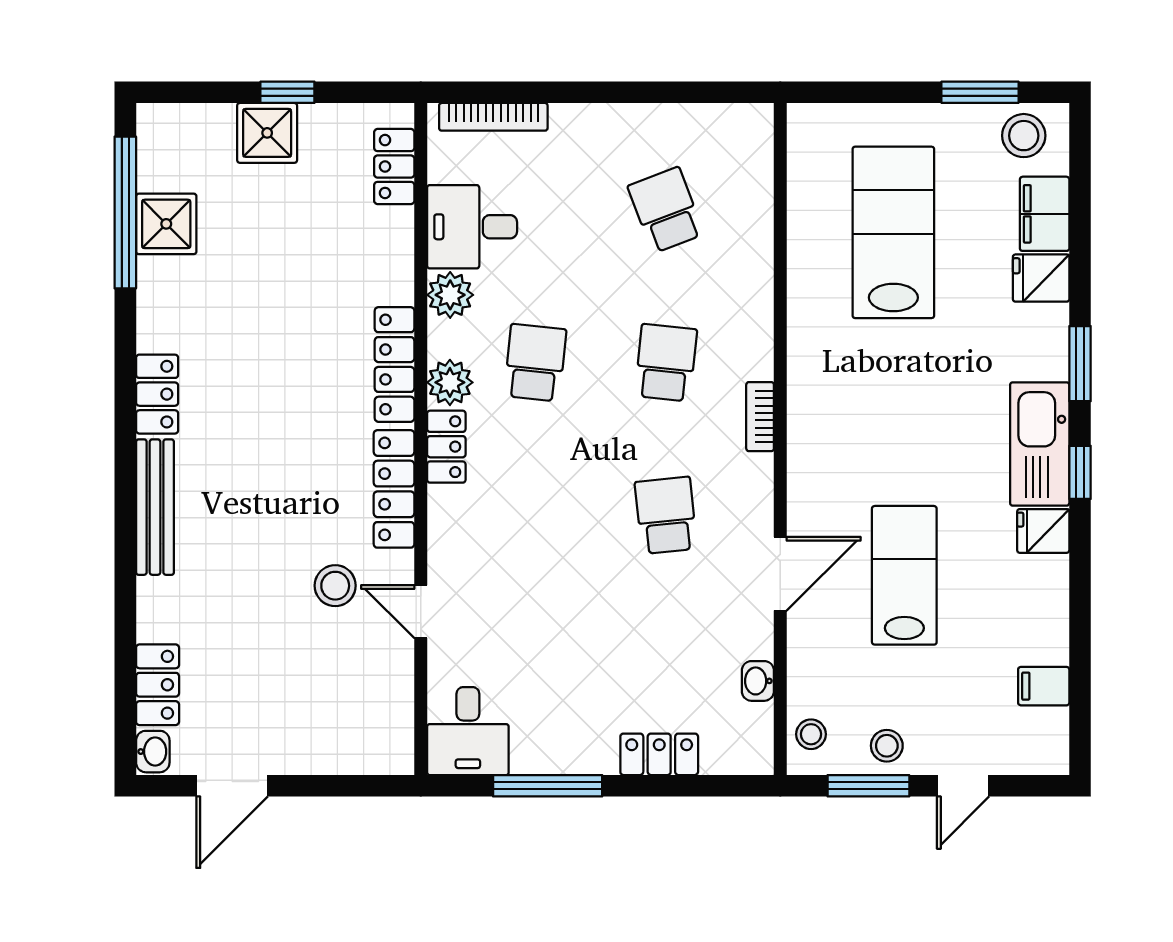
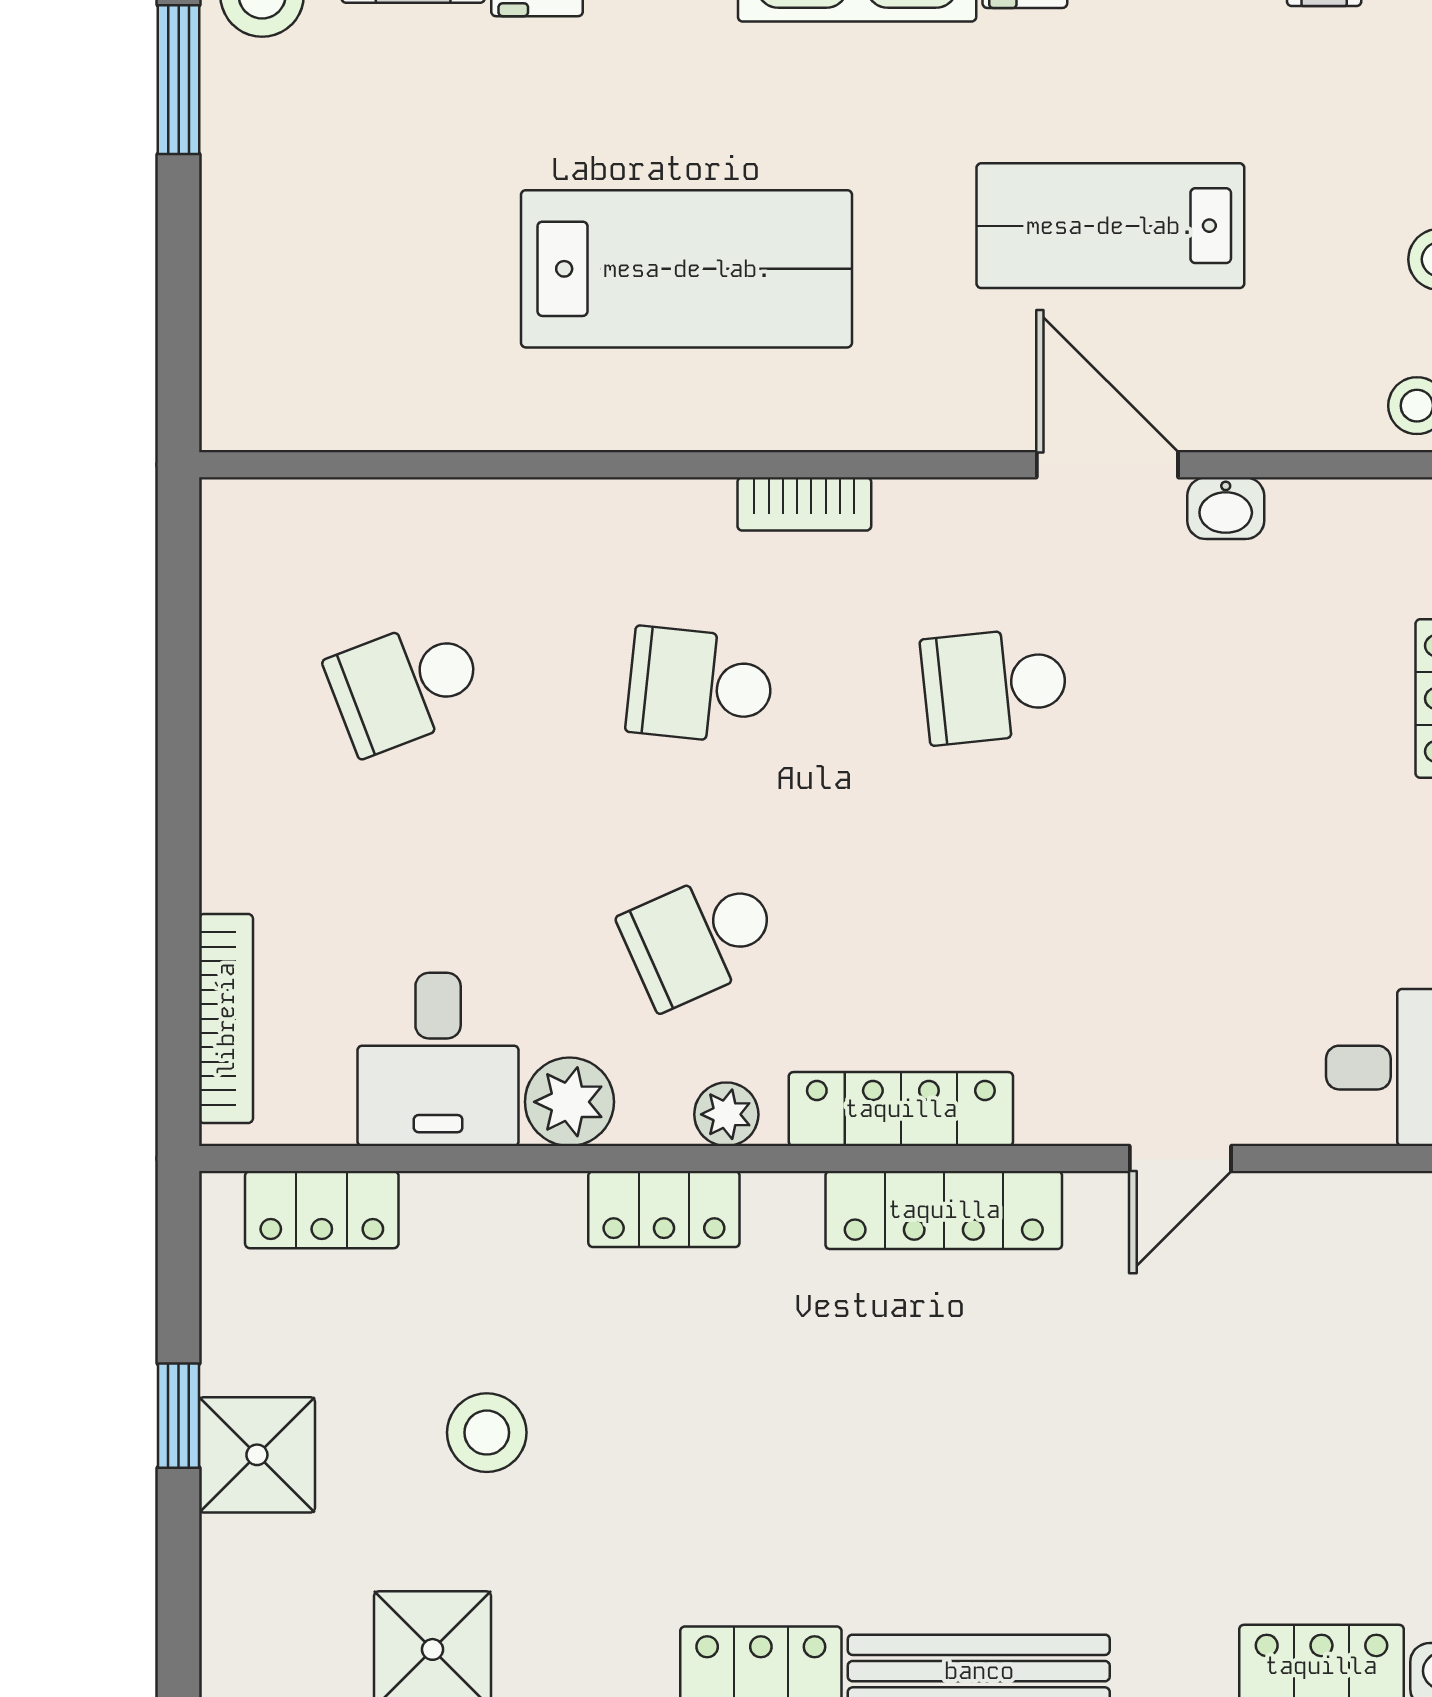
lab bench: (893, 232) -> (687, 269), moved, turned 180
school desk: (535, 363) -> (700, 938), turned -30
locker: (395, 364) -> (664, 1209), width x0.66
plant: (450, 382) -> (726, 1114), width x0.73, depth x0.73
locker: (446, 447) -> (901, 1109), width x1.53
stool: (335, 586) -> (487, 1433), moved
washbasin: (758, 681) -> (1226, 508), moved

